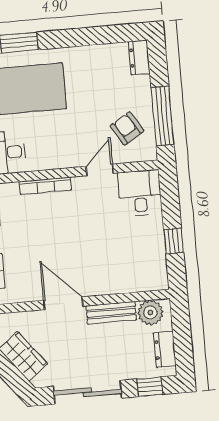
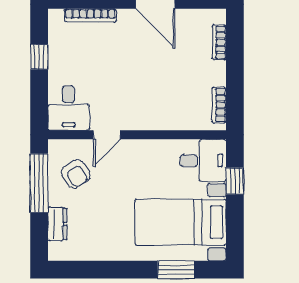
dresser: (139, 57) -> (57, 224), moved
bookcase: (45, 186) -> (90, 15), moved, turned 180

